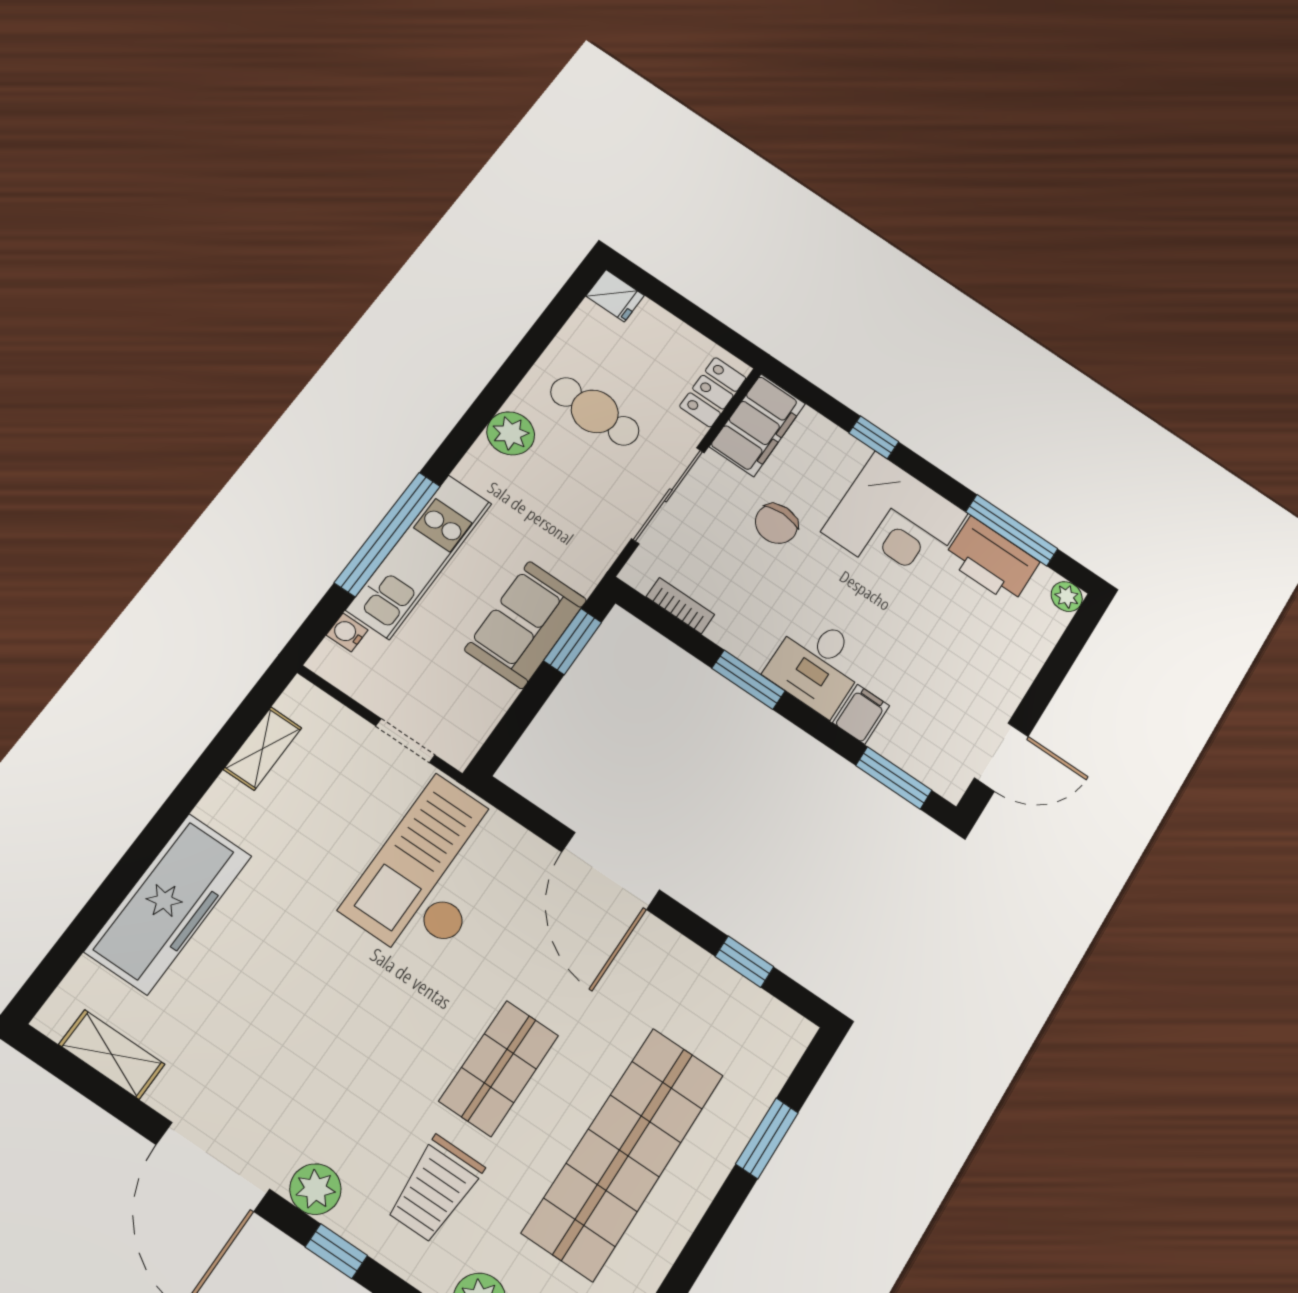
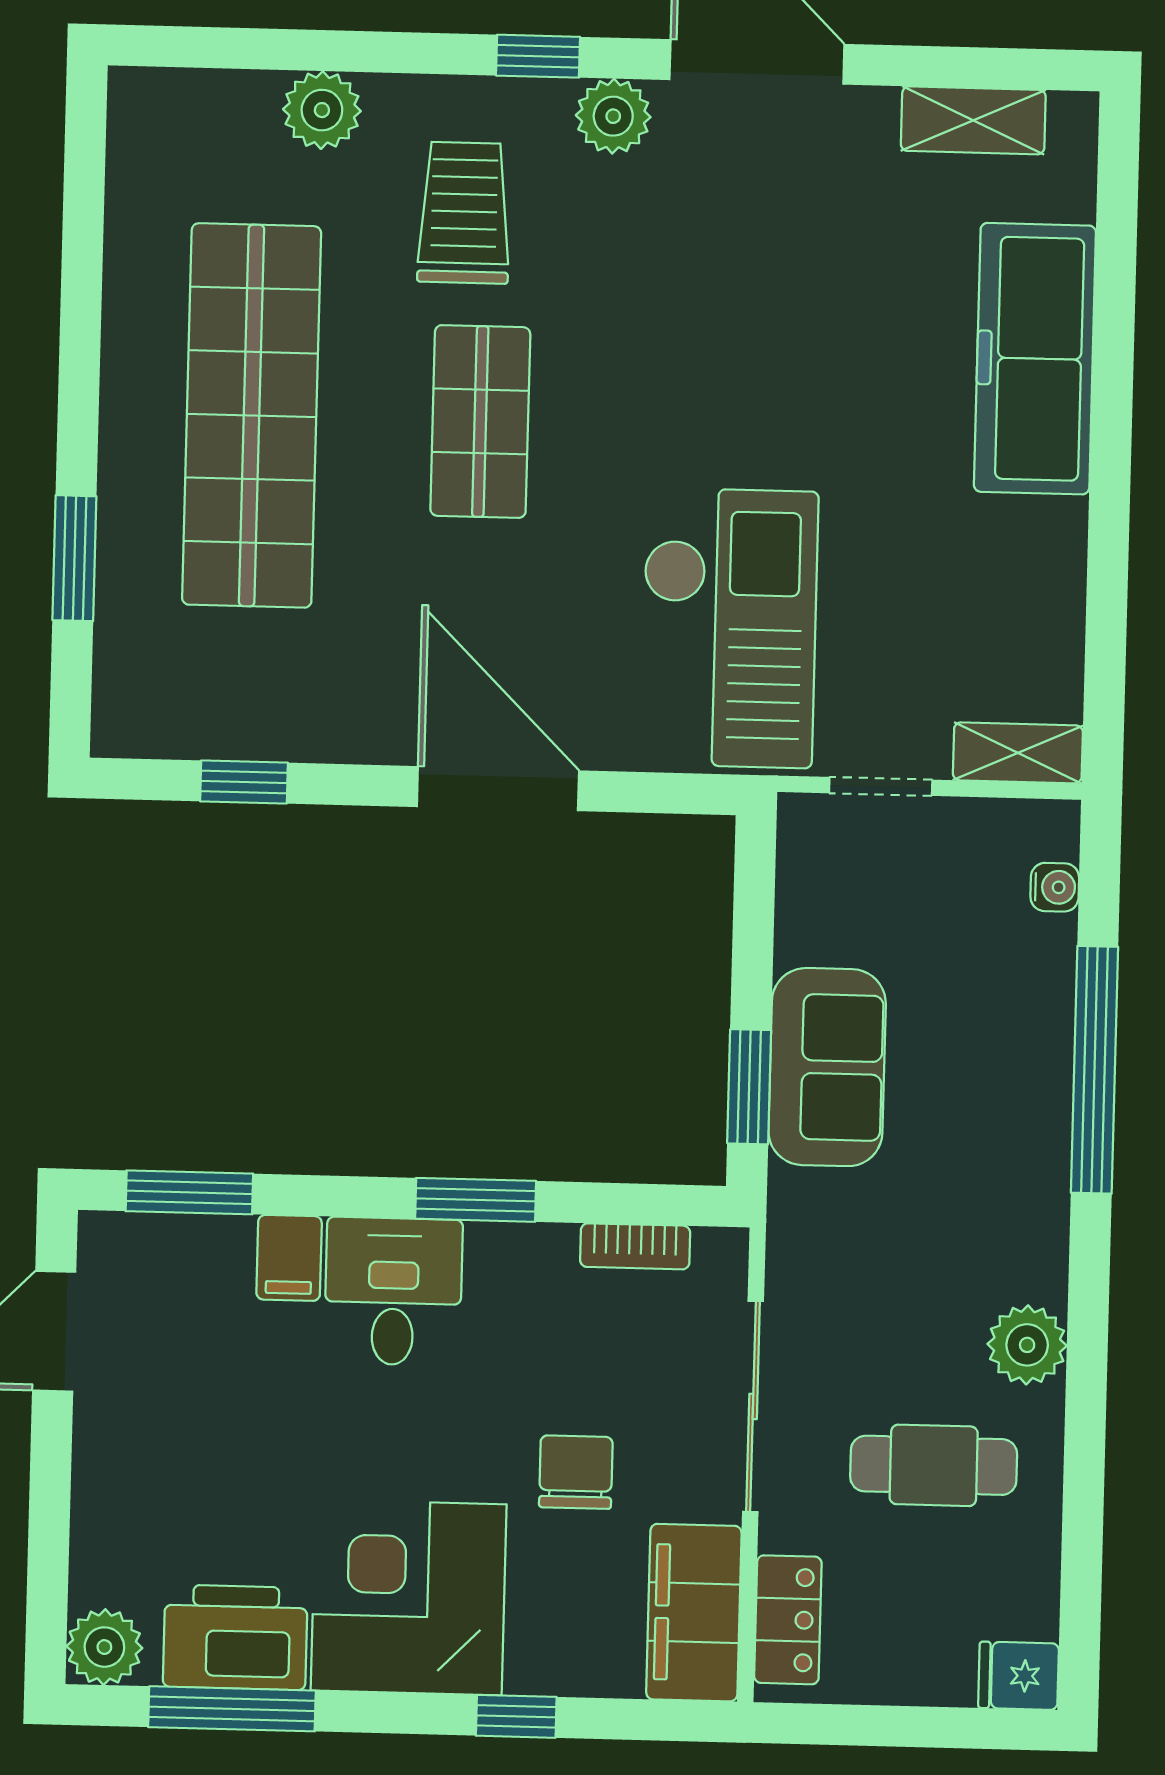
kitchen unit: (419, 556) -> (1032, 1067), removed
plant: (1067, 597) -> (104, 1647), width x1.38, depth x1.38
shelving: (263, 749) -> (1018, 753), moved, turned 90

